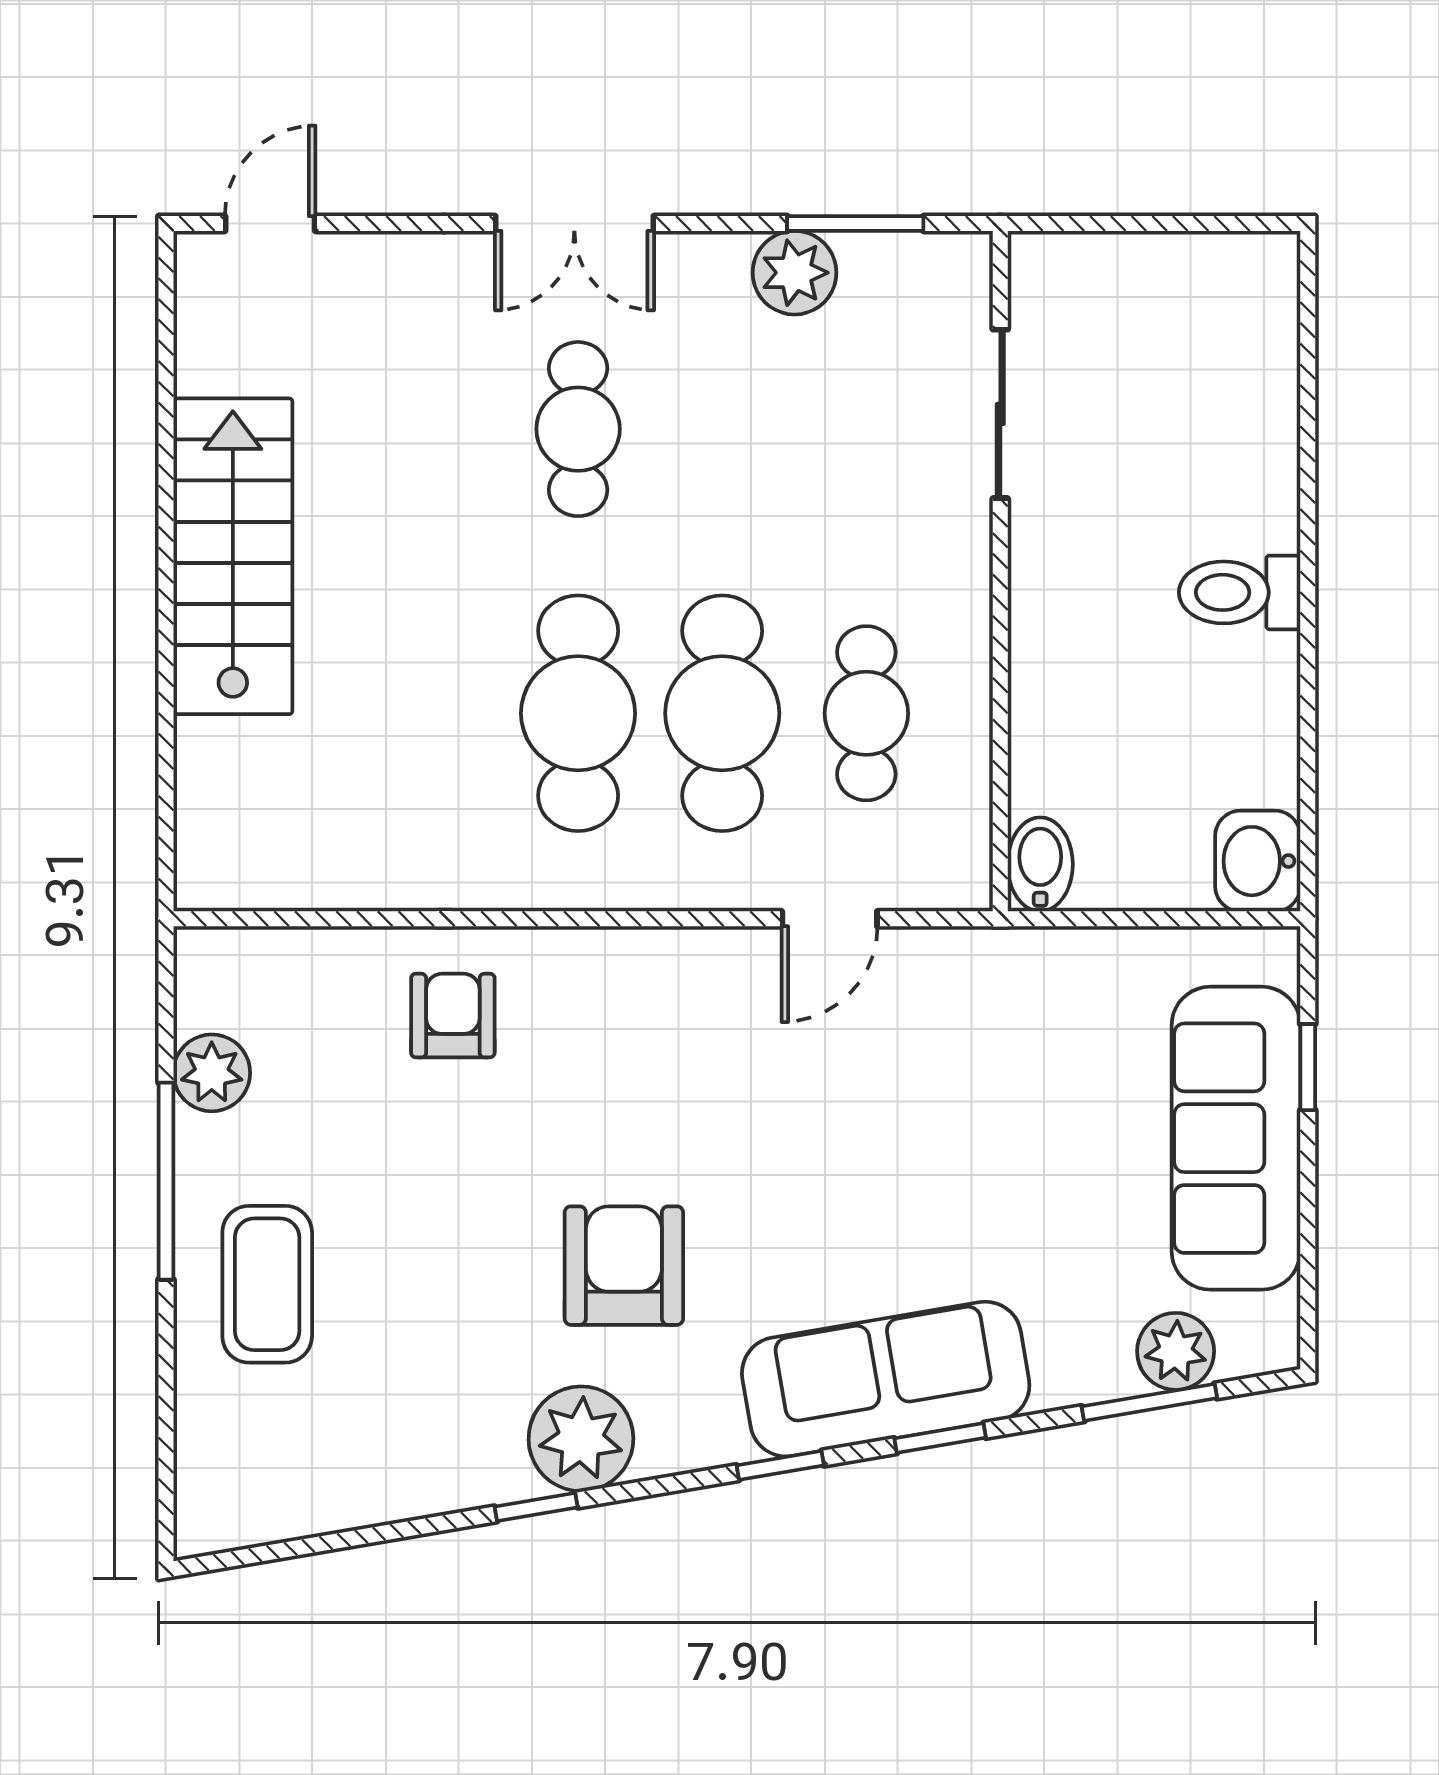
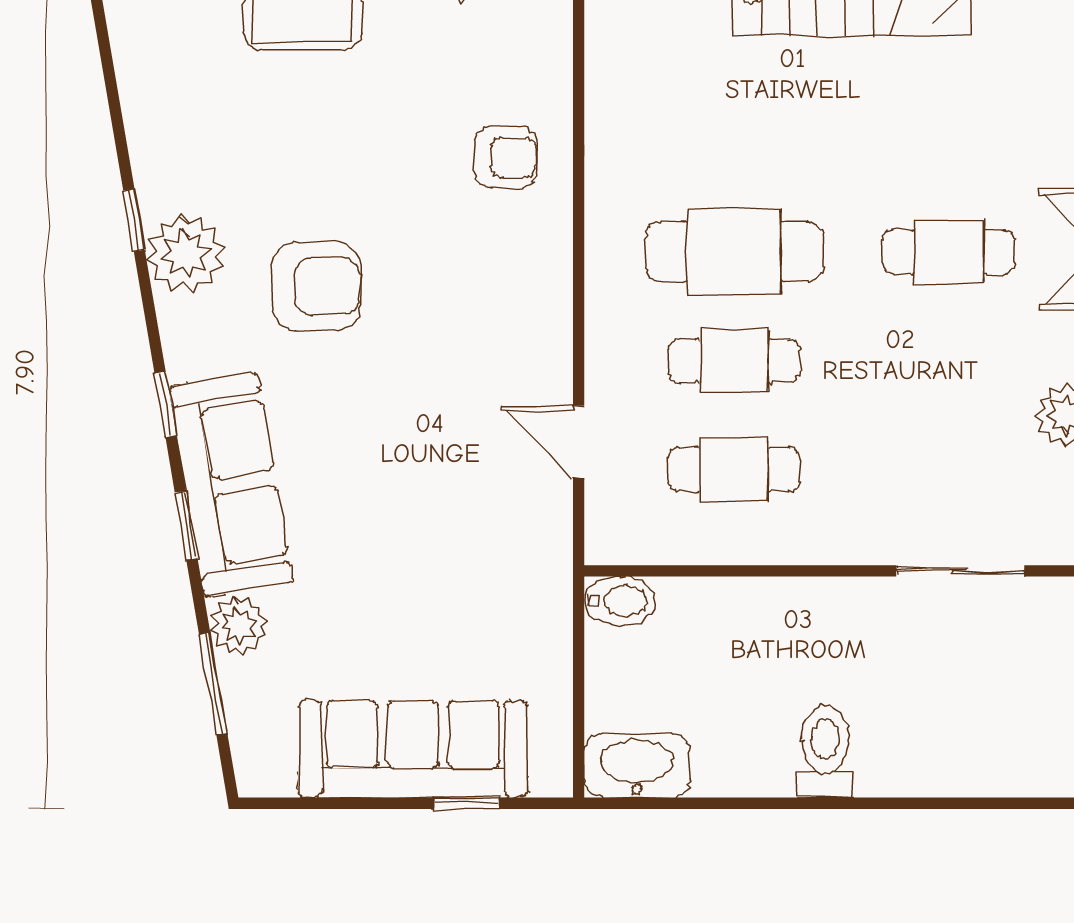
cafe table: (722, 713) -> (734, 361), width x0.73, depth x0.74
washbasin: (1258, 861) -> (637, 765), width x1.38
plant: (1176, 1351) -> (238, 625), moved

